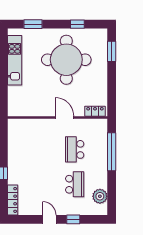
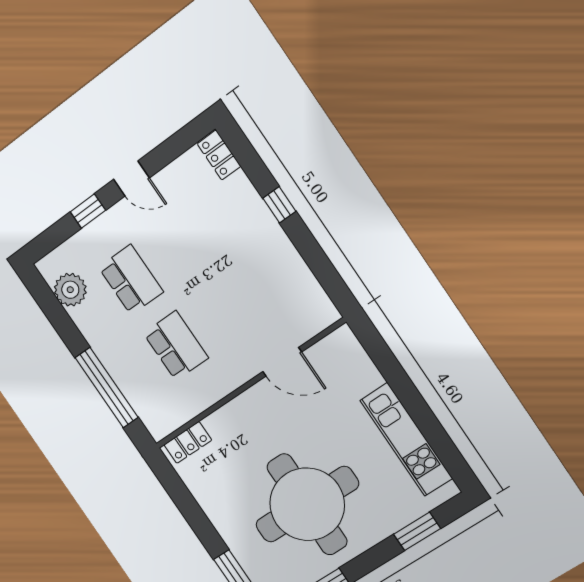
door: (64, 118) -> (282, 362), moved
school desk: (75, 184) -> (131, 280), turned 180
locker: (13, 200) -> (219, 155), width x0.66

